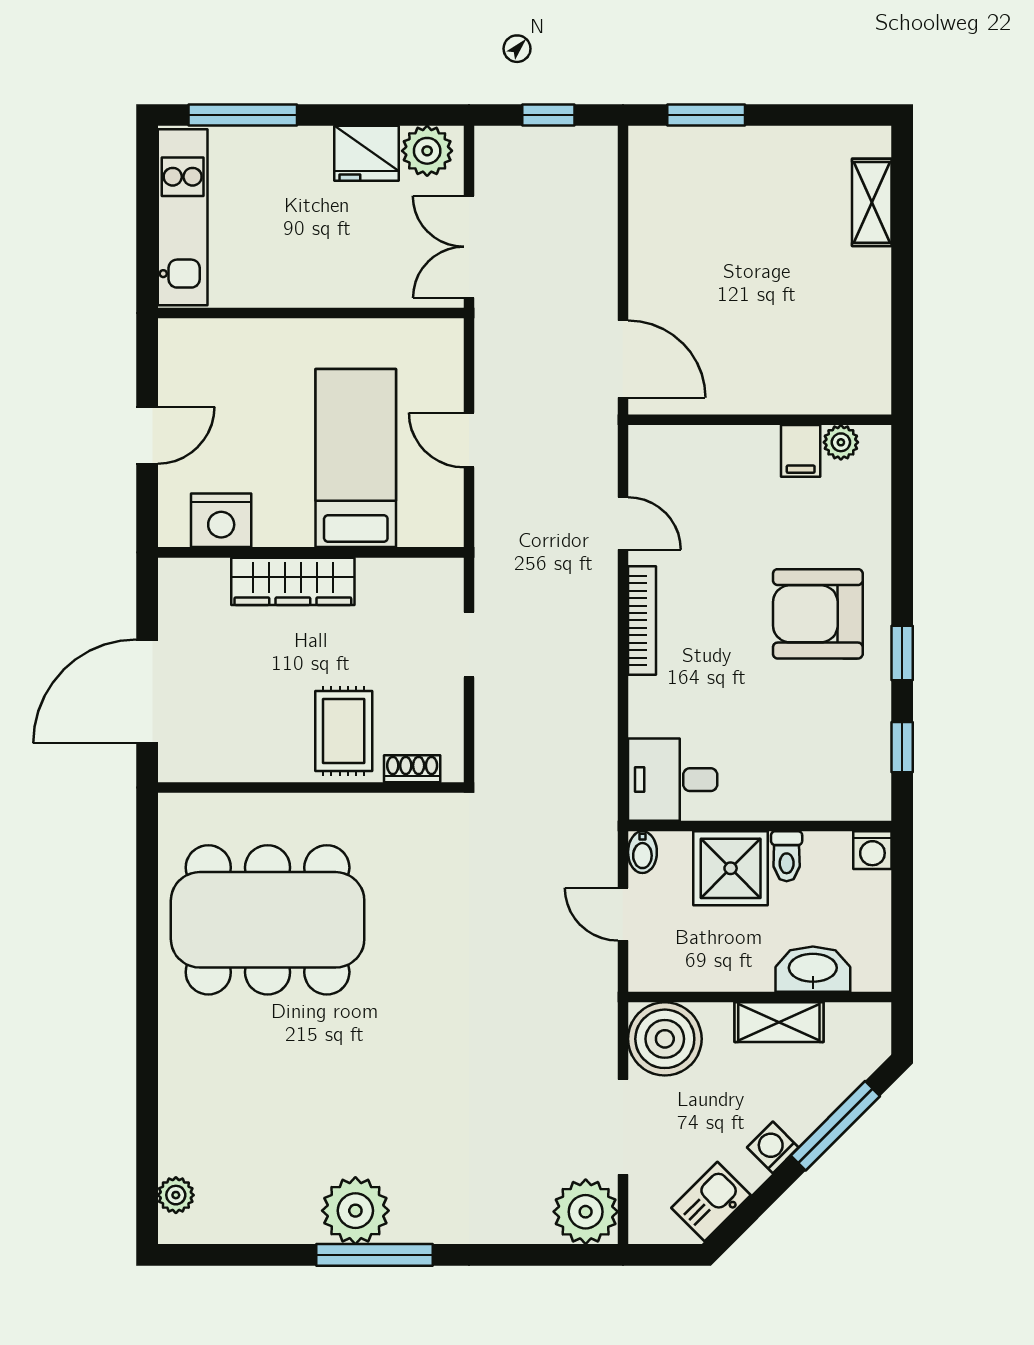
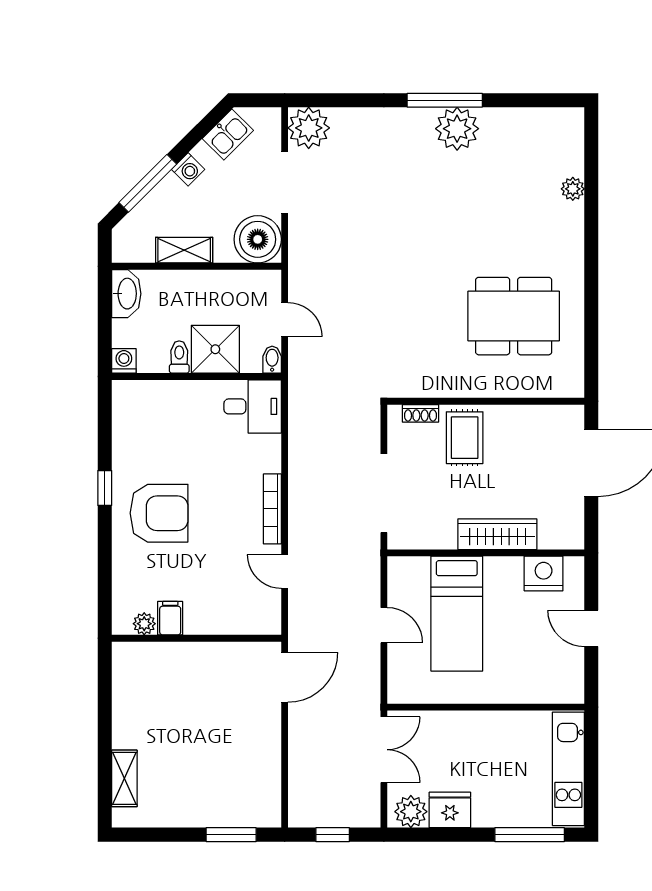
door: (623, 359) -> (285, 677), swing flipped
door: (147, 435) -> (591, 628), hinge flipped
doorway: (469, 645) -> (384, 493), width x1.87
window: (902, 747) -> (105, 427), removed
dining table: (268, 920) -> (514, 316), width x0.73, depth x0.80
washbasin: (813, 969) -> (126, 294), moved, turned -90
plant: (176, 1195) -> (573, 189), moved

